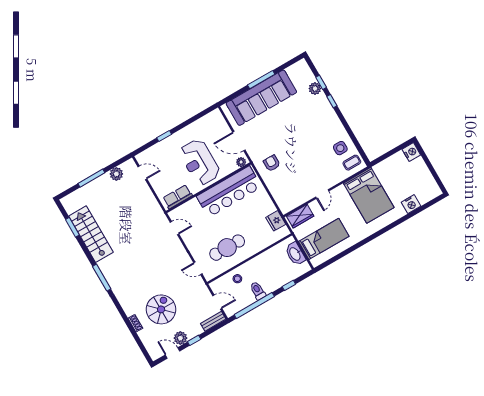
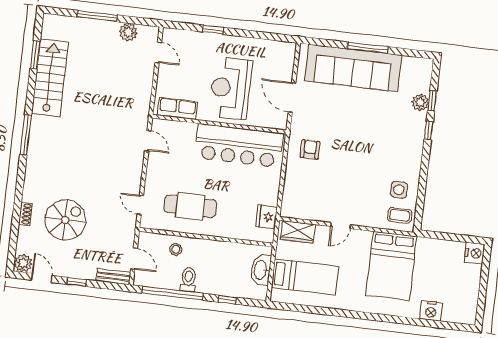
plant: (241, 162) -> (277, 123), removed
plant: (180, 338) -> (23, 263), moved

